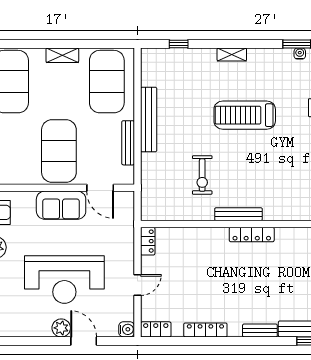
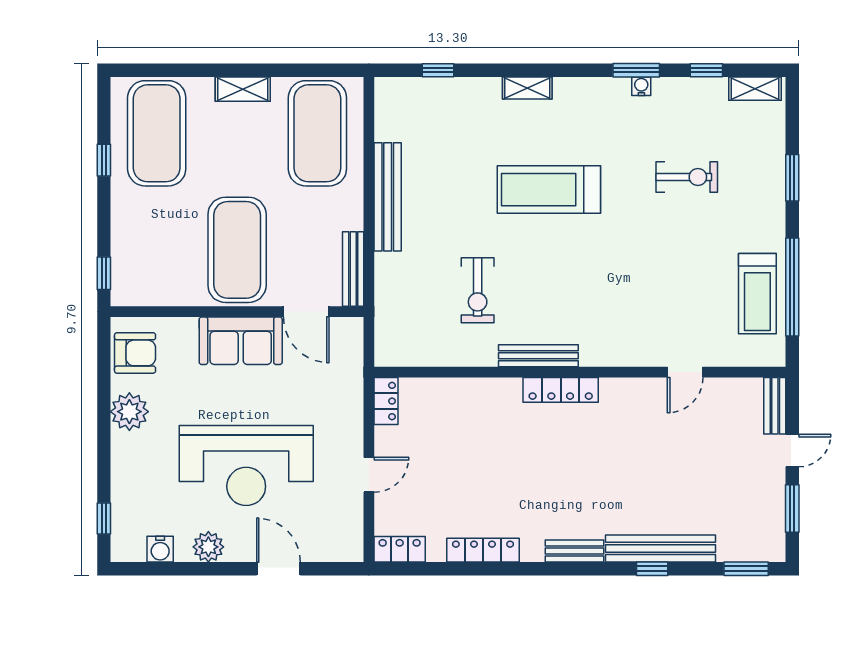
bench: (128, 143) -> (353, 269), moved
plant: (61, 328) -> (208, 547), moved
water cooler: (127, 329) -> (160, 549), moved, turned 90

